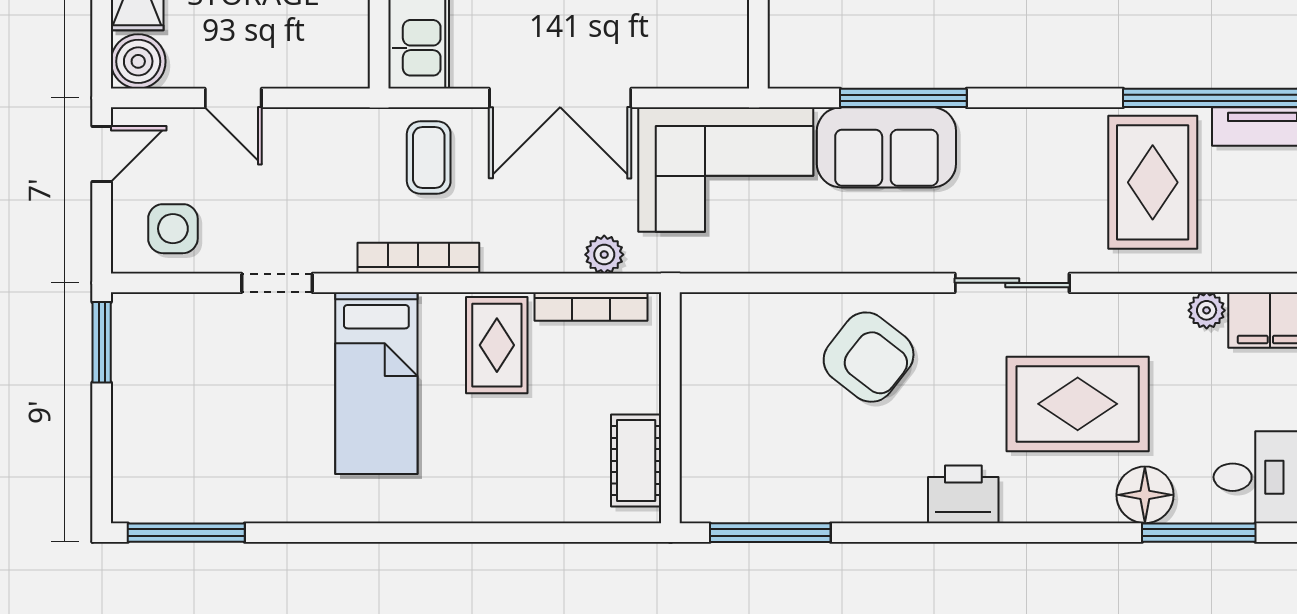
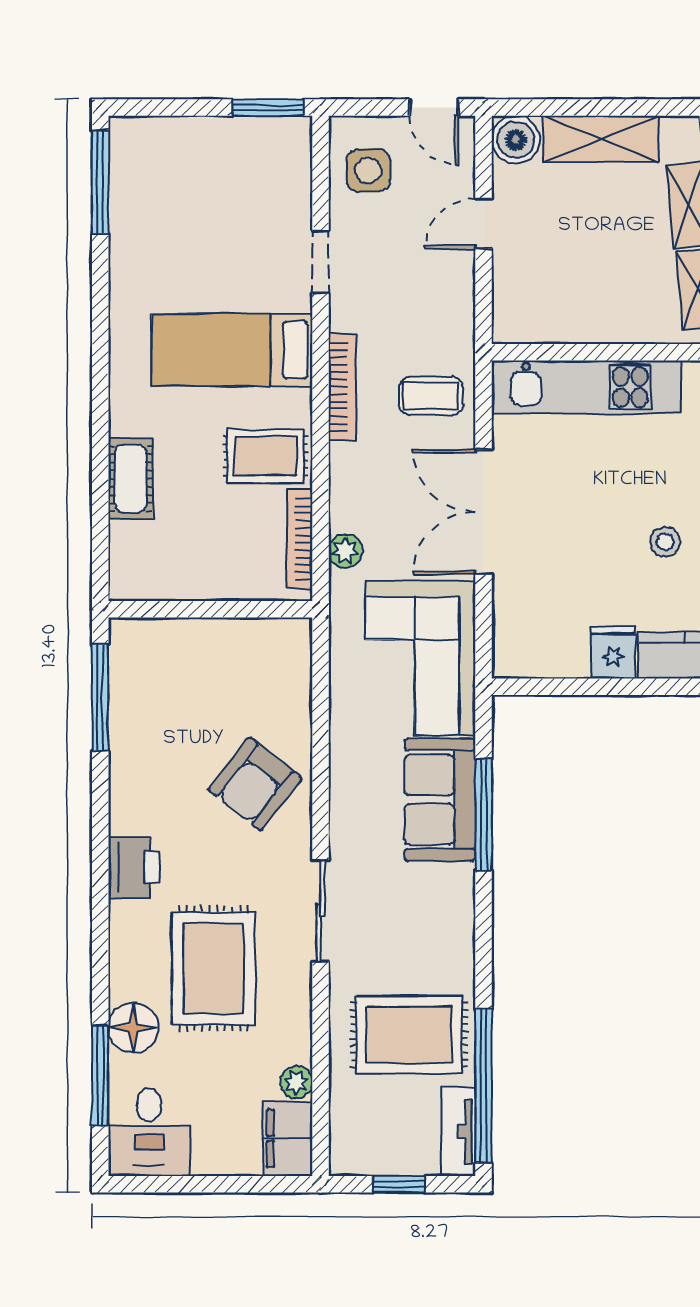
cot: (636, 461) -> (130, 479), moved, turned 90

